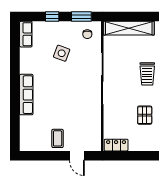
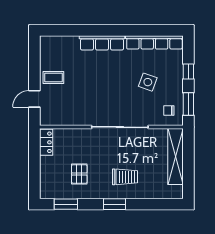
row of seats: (26, 34) -> (154, 42), width x2.02
trolley: (147, 74) -> (125, 177), turned 180
pallet: (145, 115) -> (79, 174), turned 90

